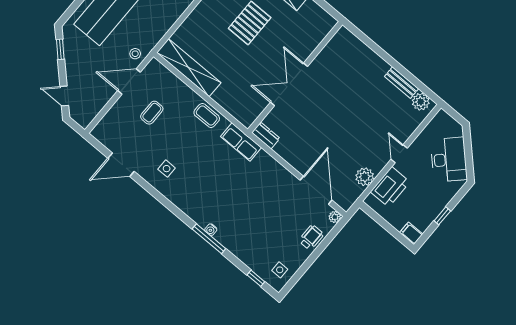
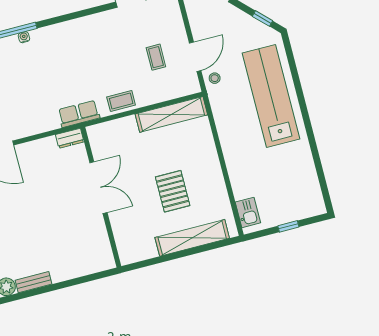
side table: (167, 169) -> (101, 36), removed

